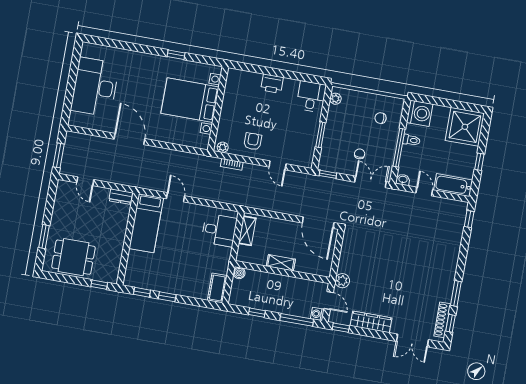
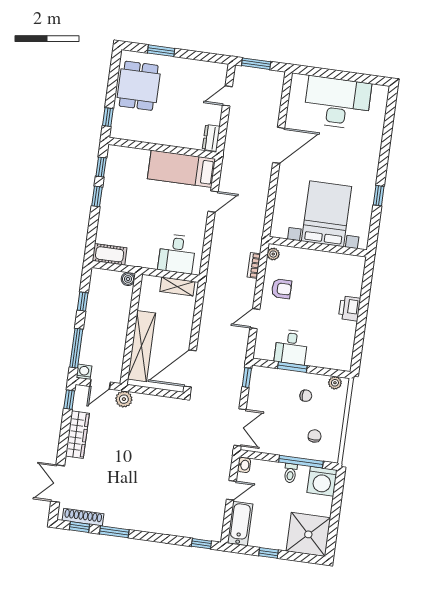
desk: (311, 97) -> (291, 347), moved, turned 90
window: (399, 148) -> (301, 462), moved
chair: (360, 154) -> (306, 396), moved
shelving: (281, 263) -> (142, 346), width x2.20, depth x1.33

